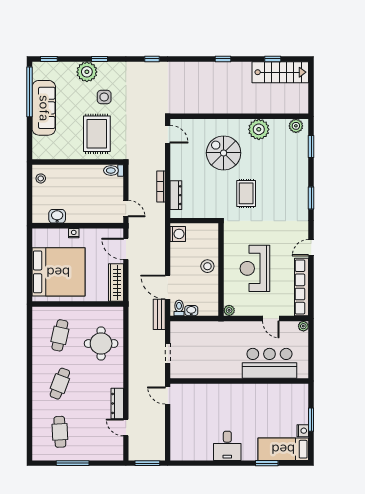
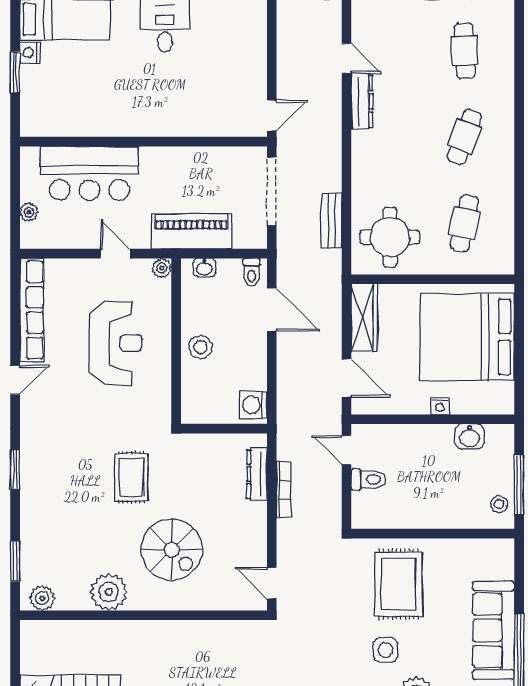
toilet: (114, 170) -> (369, 479), moved
window: (29, 189) -> (519, 485), added
washbasin: (191, 311) -> (204, 268), moved
bench: (159, 314) -> (331, 221), moved
door: (271, 318) -> (115, 254), moved
plant: (303, 326) -> (29, 212), moved
piano: (213, 331) -> (191, 231), added
round table: (101, 344) -> (390, 237), moved
doorway: (168, 353) -> (272, 191), width x1.88
door: (168, 396) -> (272, 116), hinge flipped

